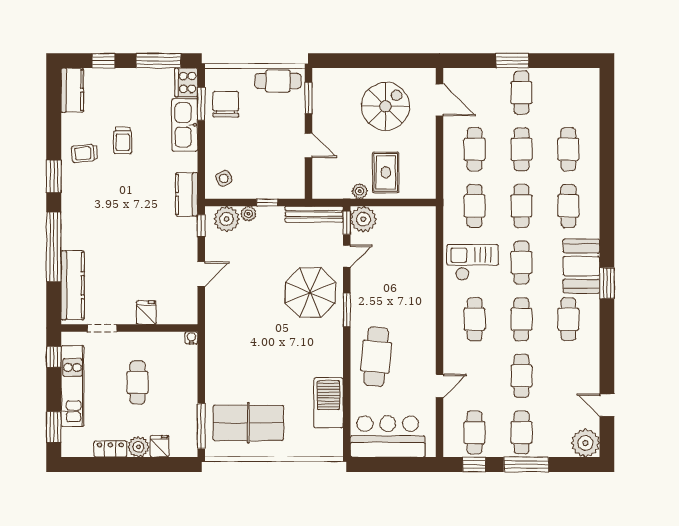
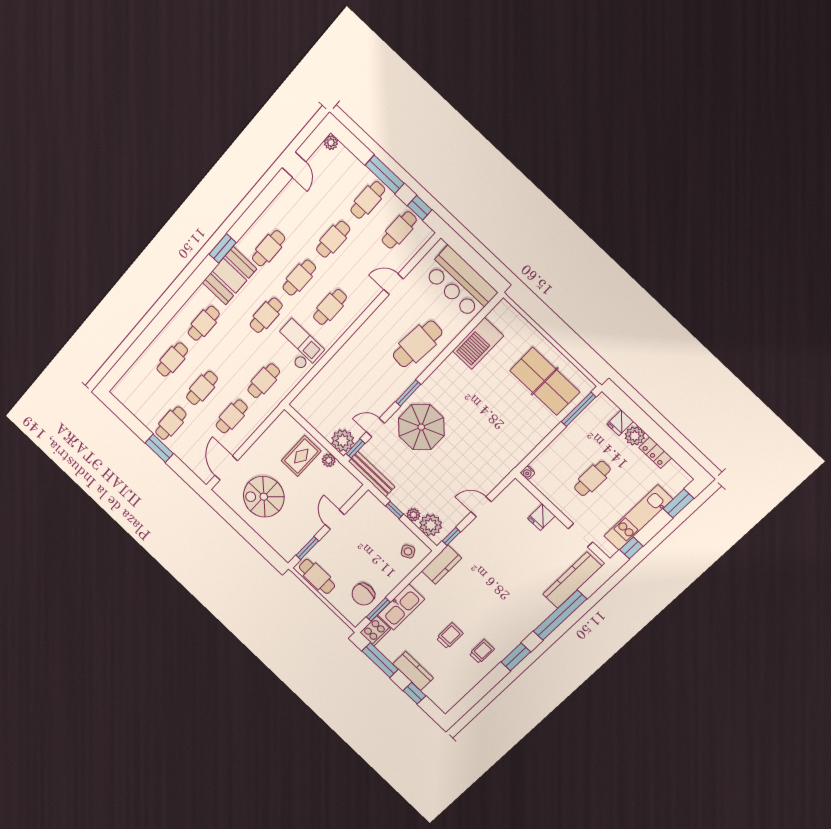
kitchen counter: (72, 90) -> (413, 671), moved, turned 90
trolley: (85, 153) -> (482, 651), turned -85
cafe table: (521, 206) -> (234, 352), removed
checkout: (473, 262) -> (298, 346), turned 180
plant: (585, 443) -> (331, 143), width x0.53, depth x0.53

